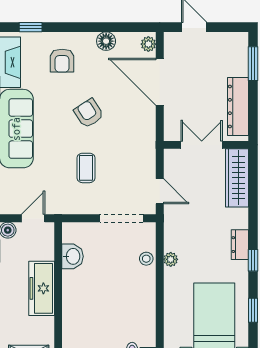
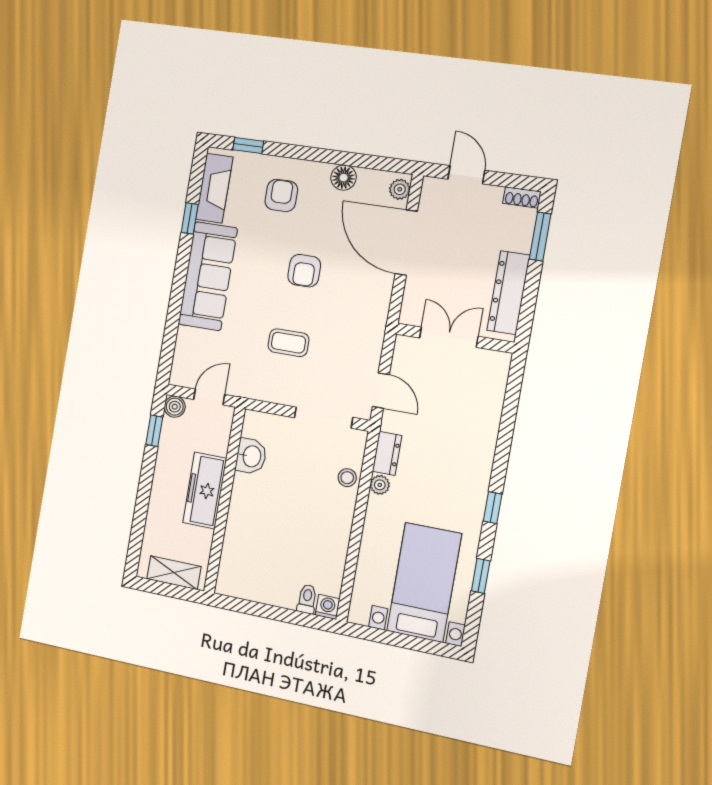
shoe rack: (236, 38) -> (522, 198), added
armchair: (62, 61) -> (281, 195), turned 180
armchair: (89, 113) -> (304, 271), turned -147
coffee table: (86, 168) -> (288, 343), turned 90
wardrobe: (237, 178) -> (490, 391), removed
dresser: (240, 245) -> (387, 453), moved, turned 180

